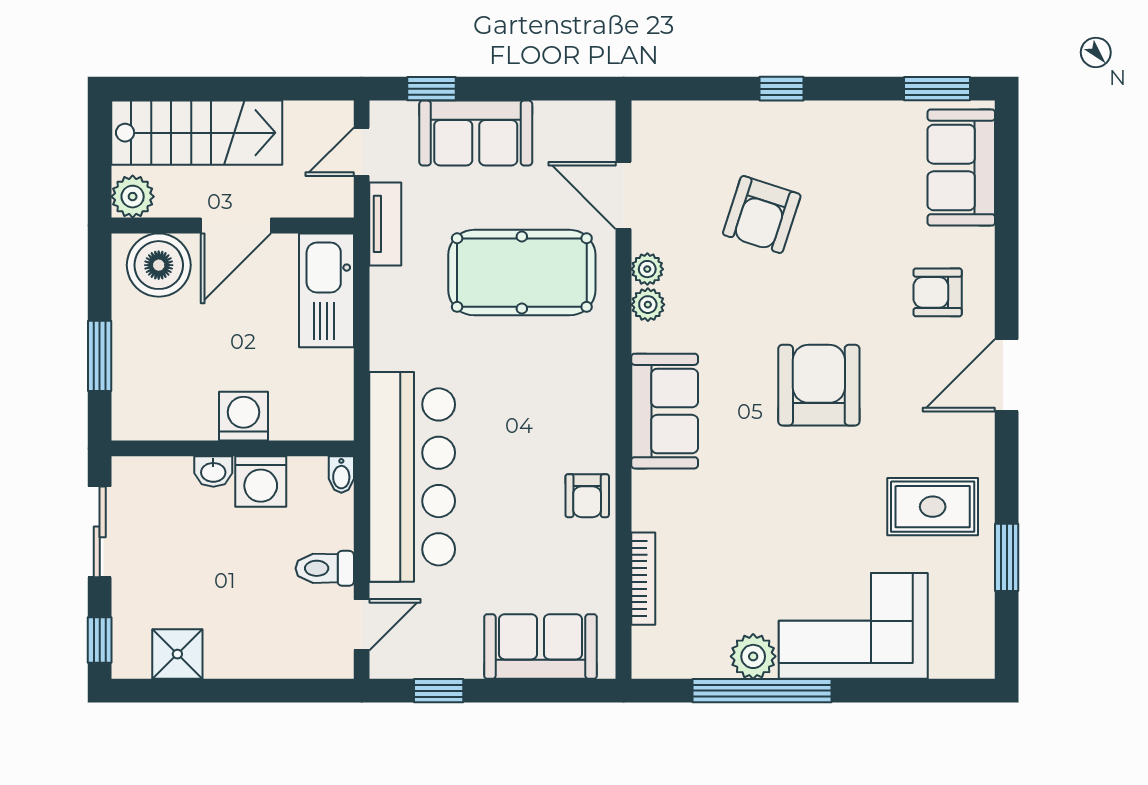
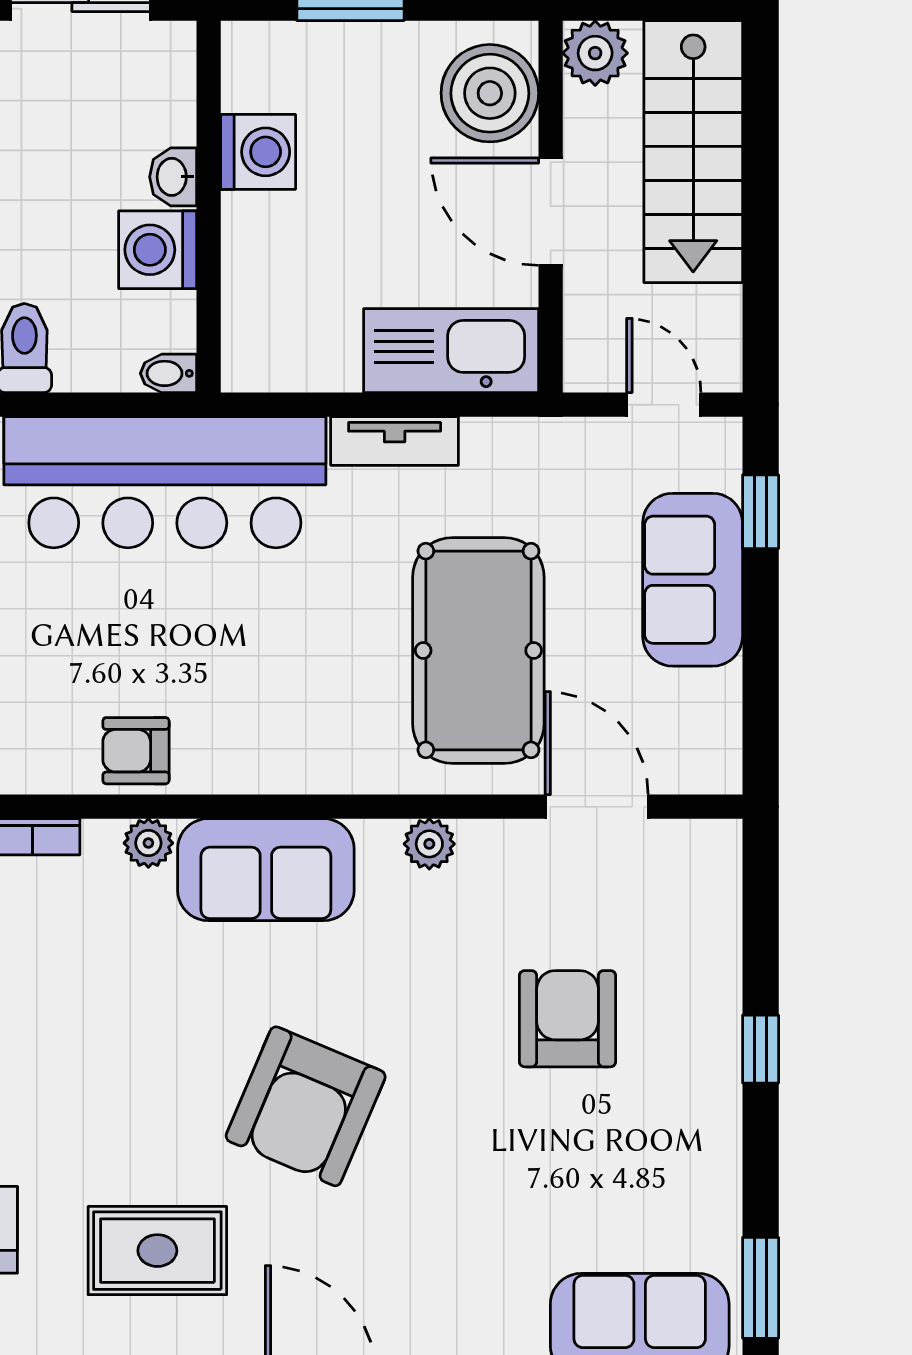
door: (624, 196) -> (597, 807), hinge flipped
armchair: (762, 214) -> (568, 1019), turned 72
tv unit: (385, 224) -> (395, 441), moved
plant: (647, 269) -> (148, 843), moved
armchair: (938, 292) -> (448, 1289), removed
armchair: (819, 385) -> (306, 1106), turned 113
washing machine: (243, 416) -> (258, 152), moved
rug: (933, 507) -> (157, 1251), moved, turned 90

